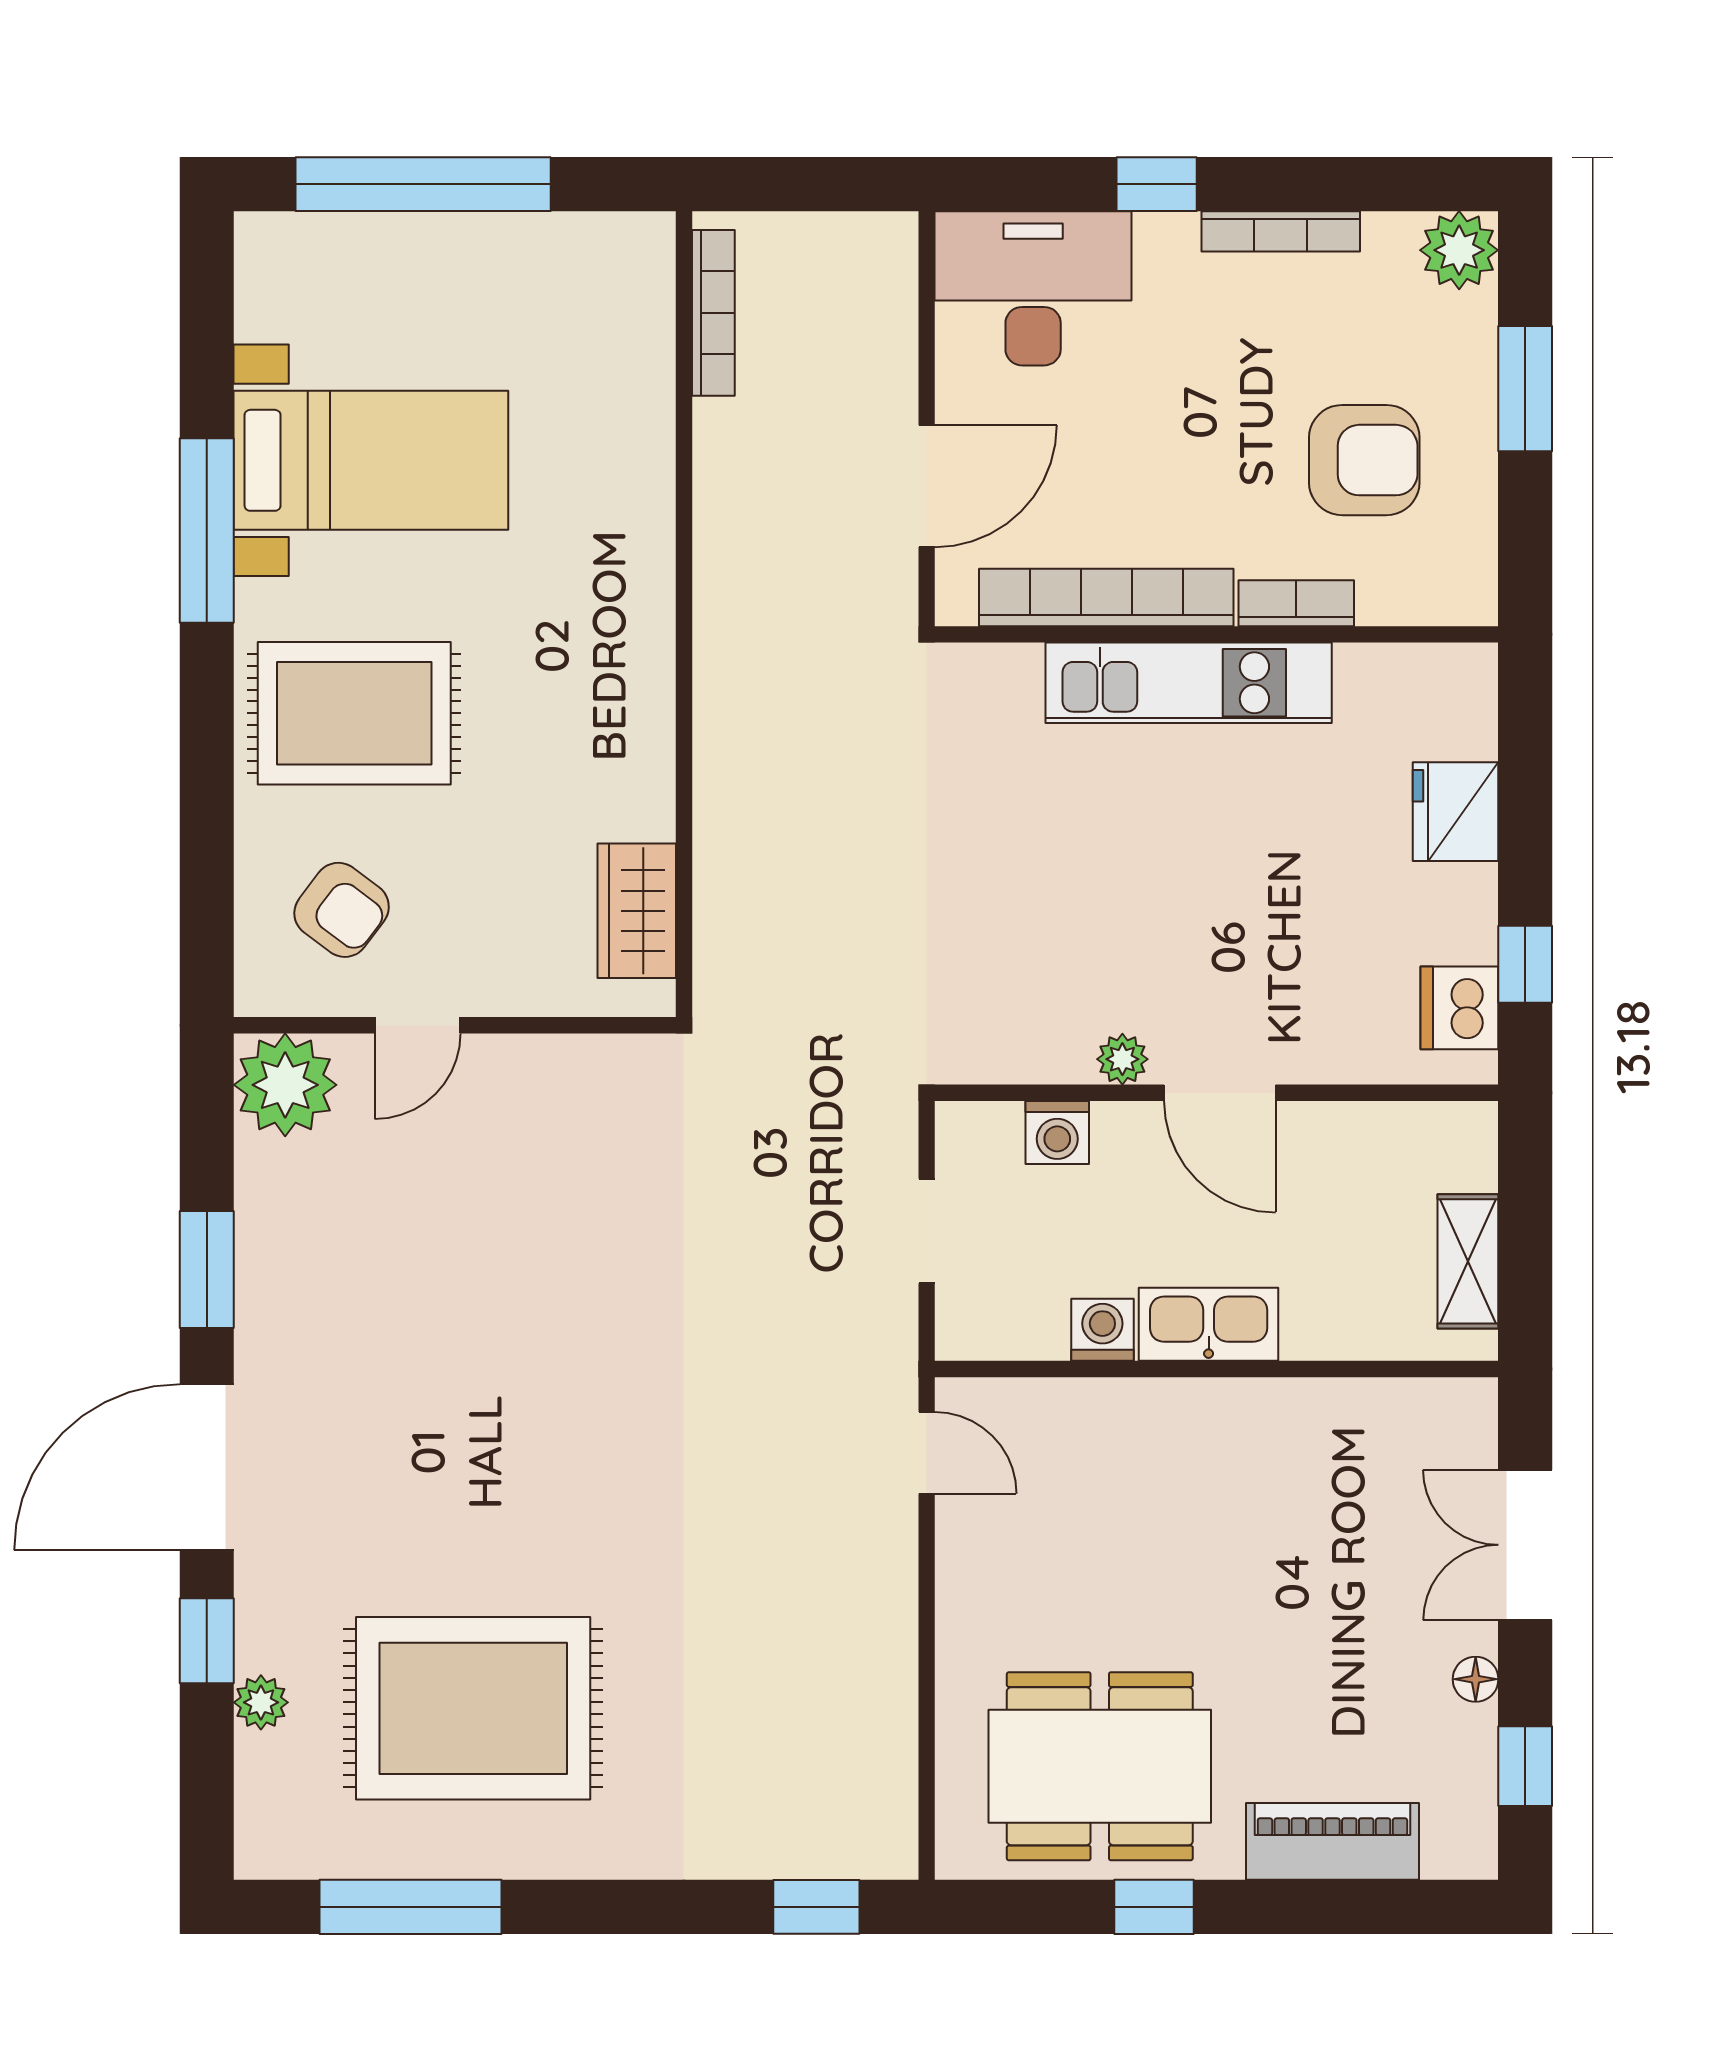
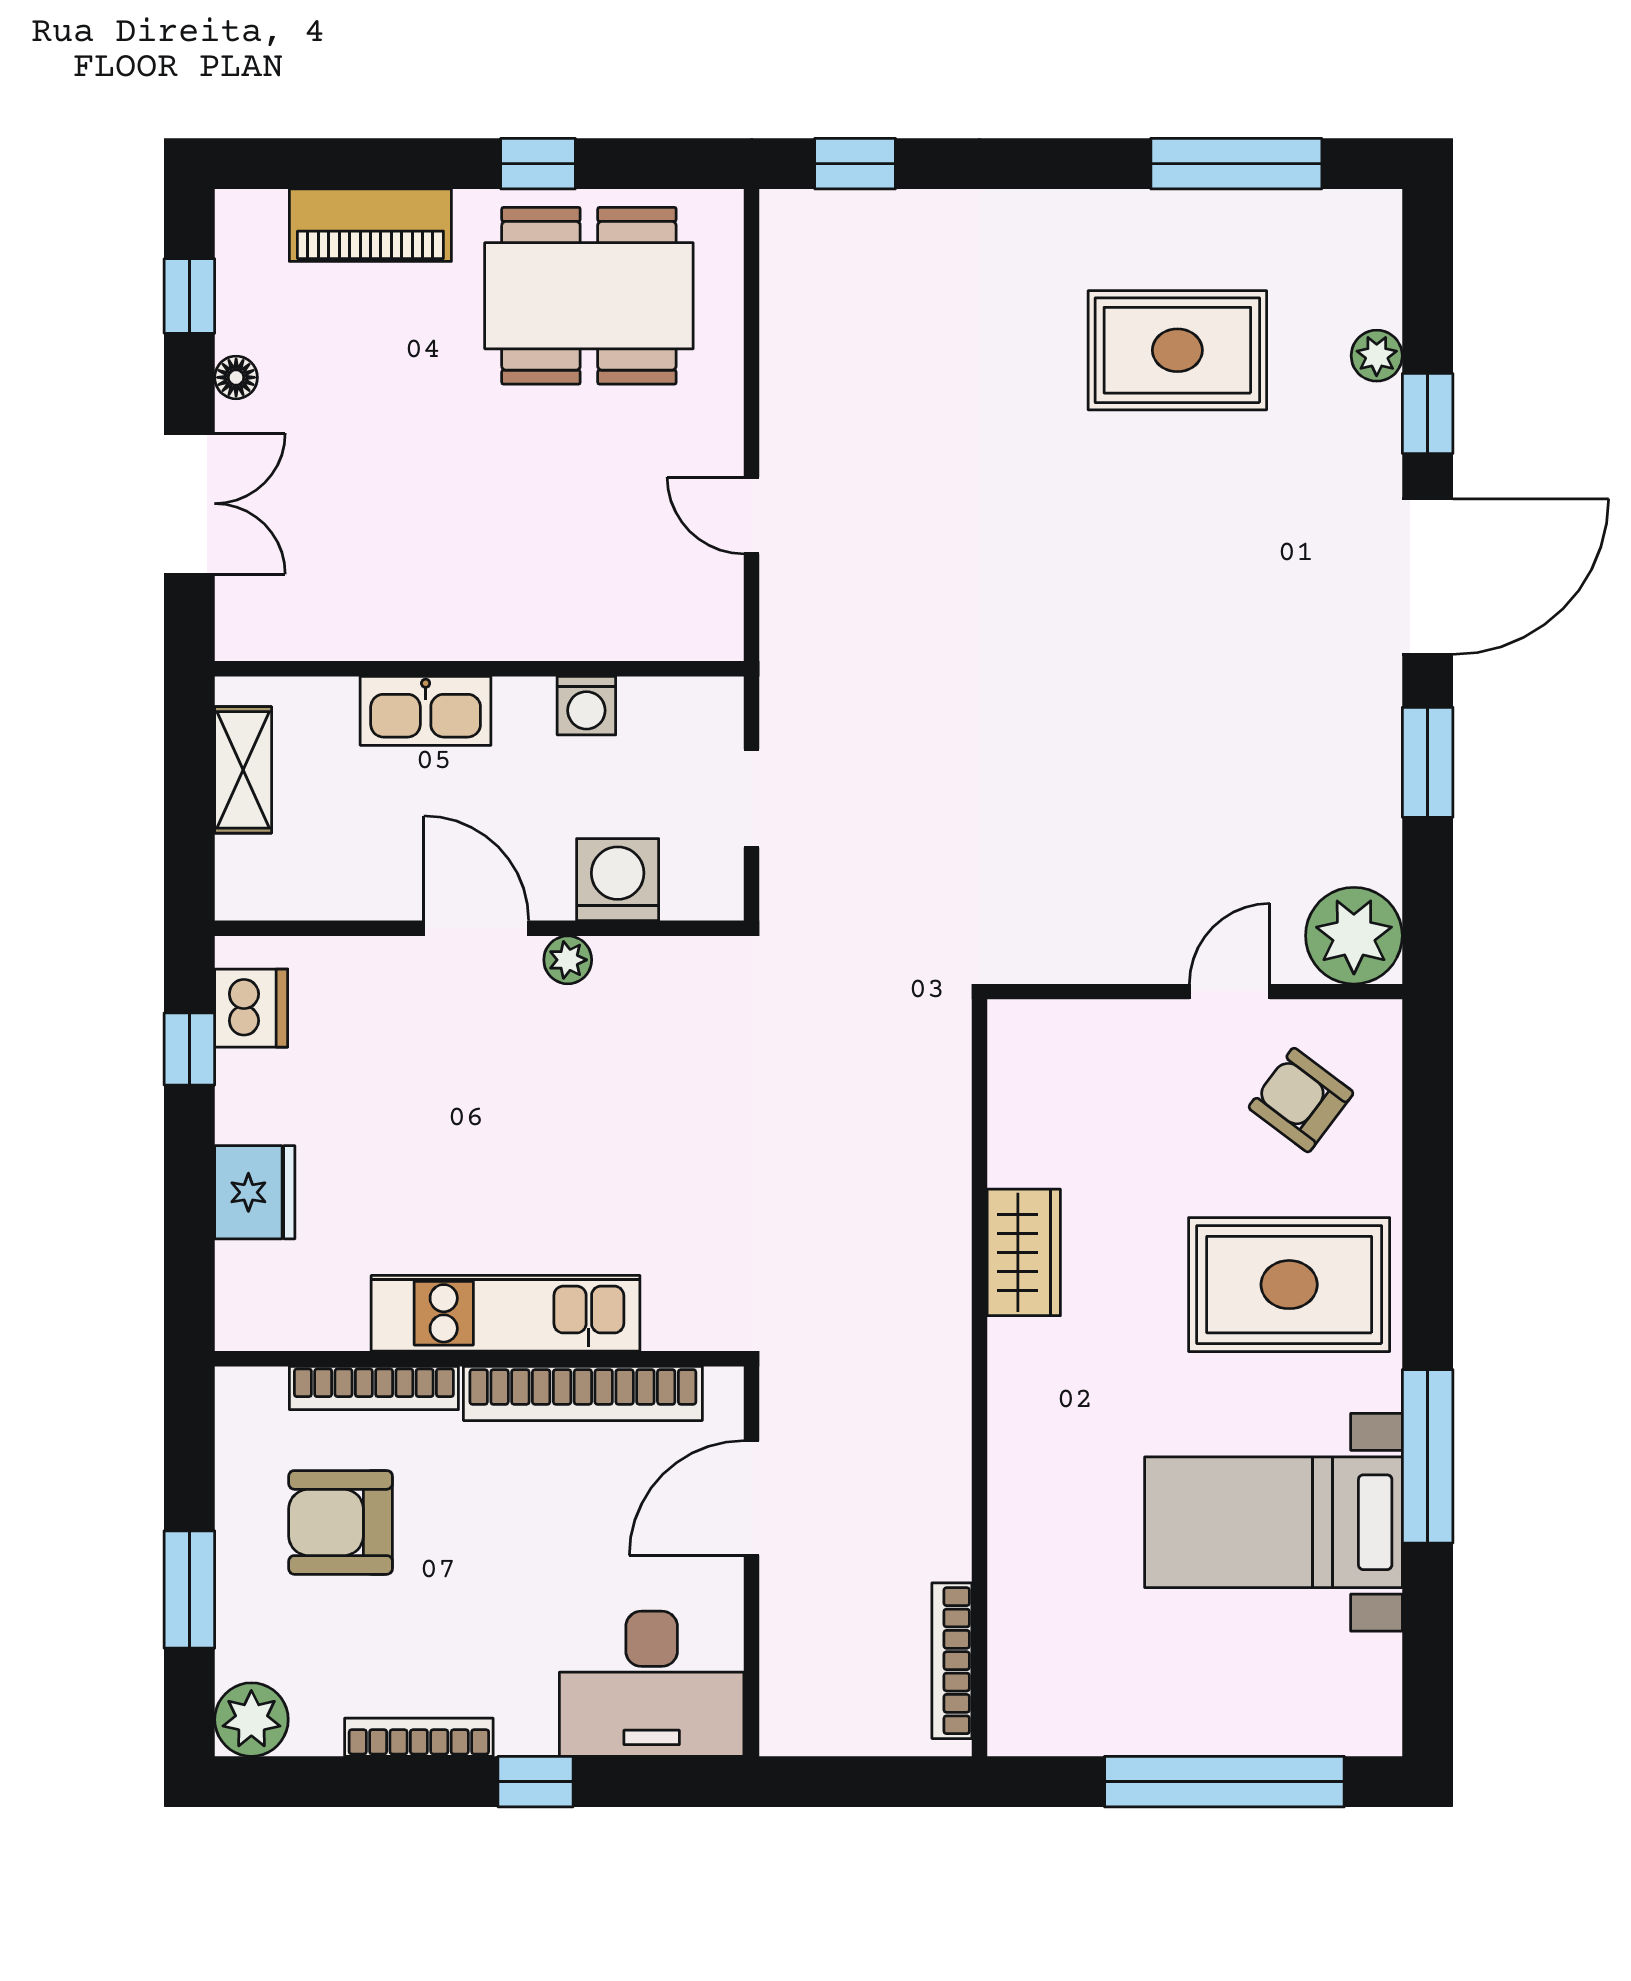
bookcase: (1296, 603) -> (374, 1388), width x1.56
wardrobe: (637, 911) -> (1024, 1252), moved
washing machine: (1057, 1133) -> (618, 880), width x1.38, depth x1.38
kitchen sink: (1209, 1324) -> (426, 711), moved
door: (927, 1453) -> (752, 515), moved
rug: (473, 1708) -> (1177, 350), width x0.73, depth x0.69

